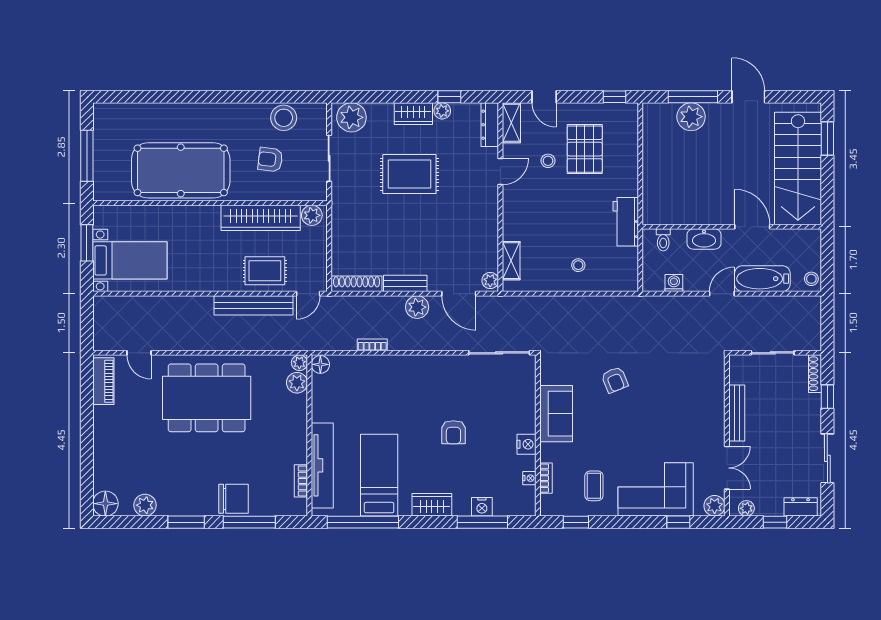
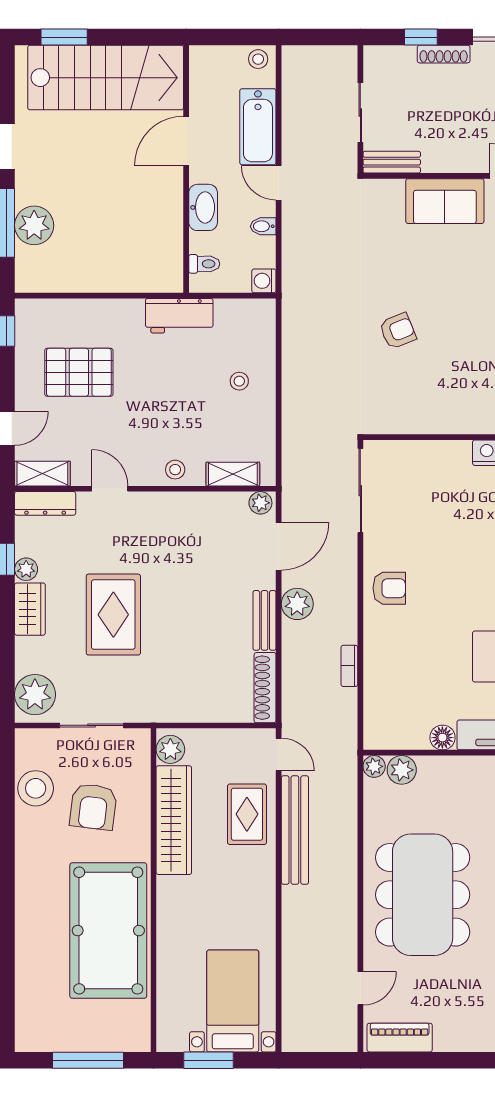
armchair: (270, 160) -> (93, 807), width x1.38, depth x1.38
stool: (548, 161) -> (175, 470), moved
washing machine: (674, 283) -> (264, 281), moved
bidet: (690, 283) -> (263, 226), added
floor lamp: (320, 364) -> (442, 738), moved
shoe rack: (815, 374) -> (444, 54), moved
bench: (737, 413) -> (392, 162), moved, width x0.73
sofa: (556, 414) -> (445, 201), moved, turned 180
armchair: (453, 432) -> (389, 588), moved

